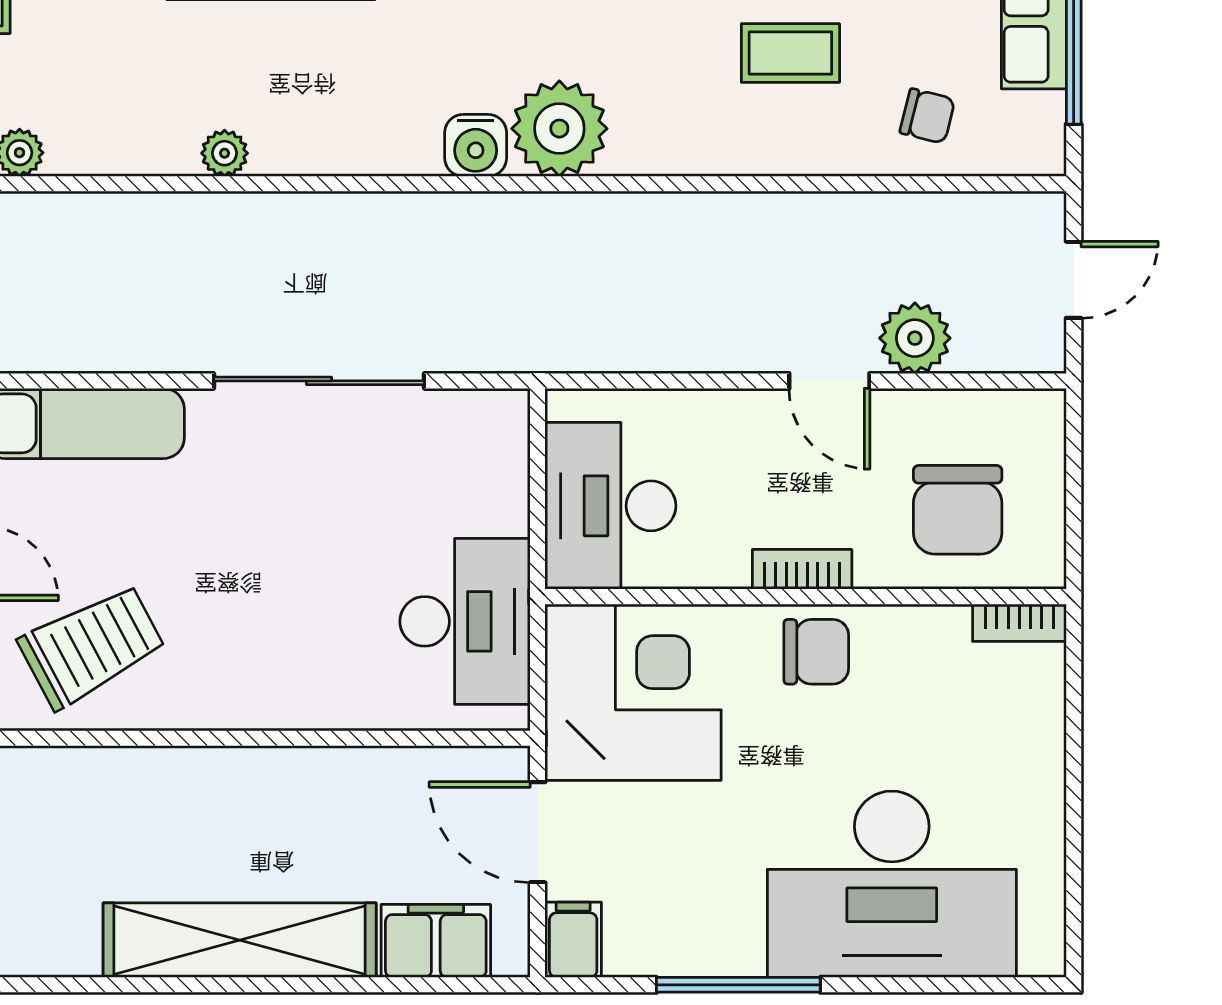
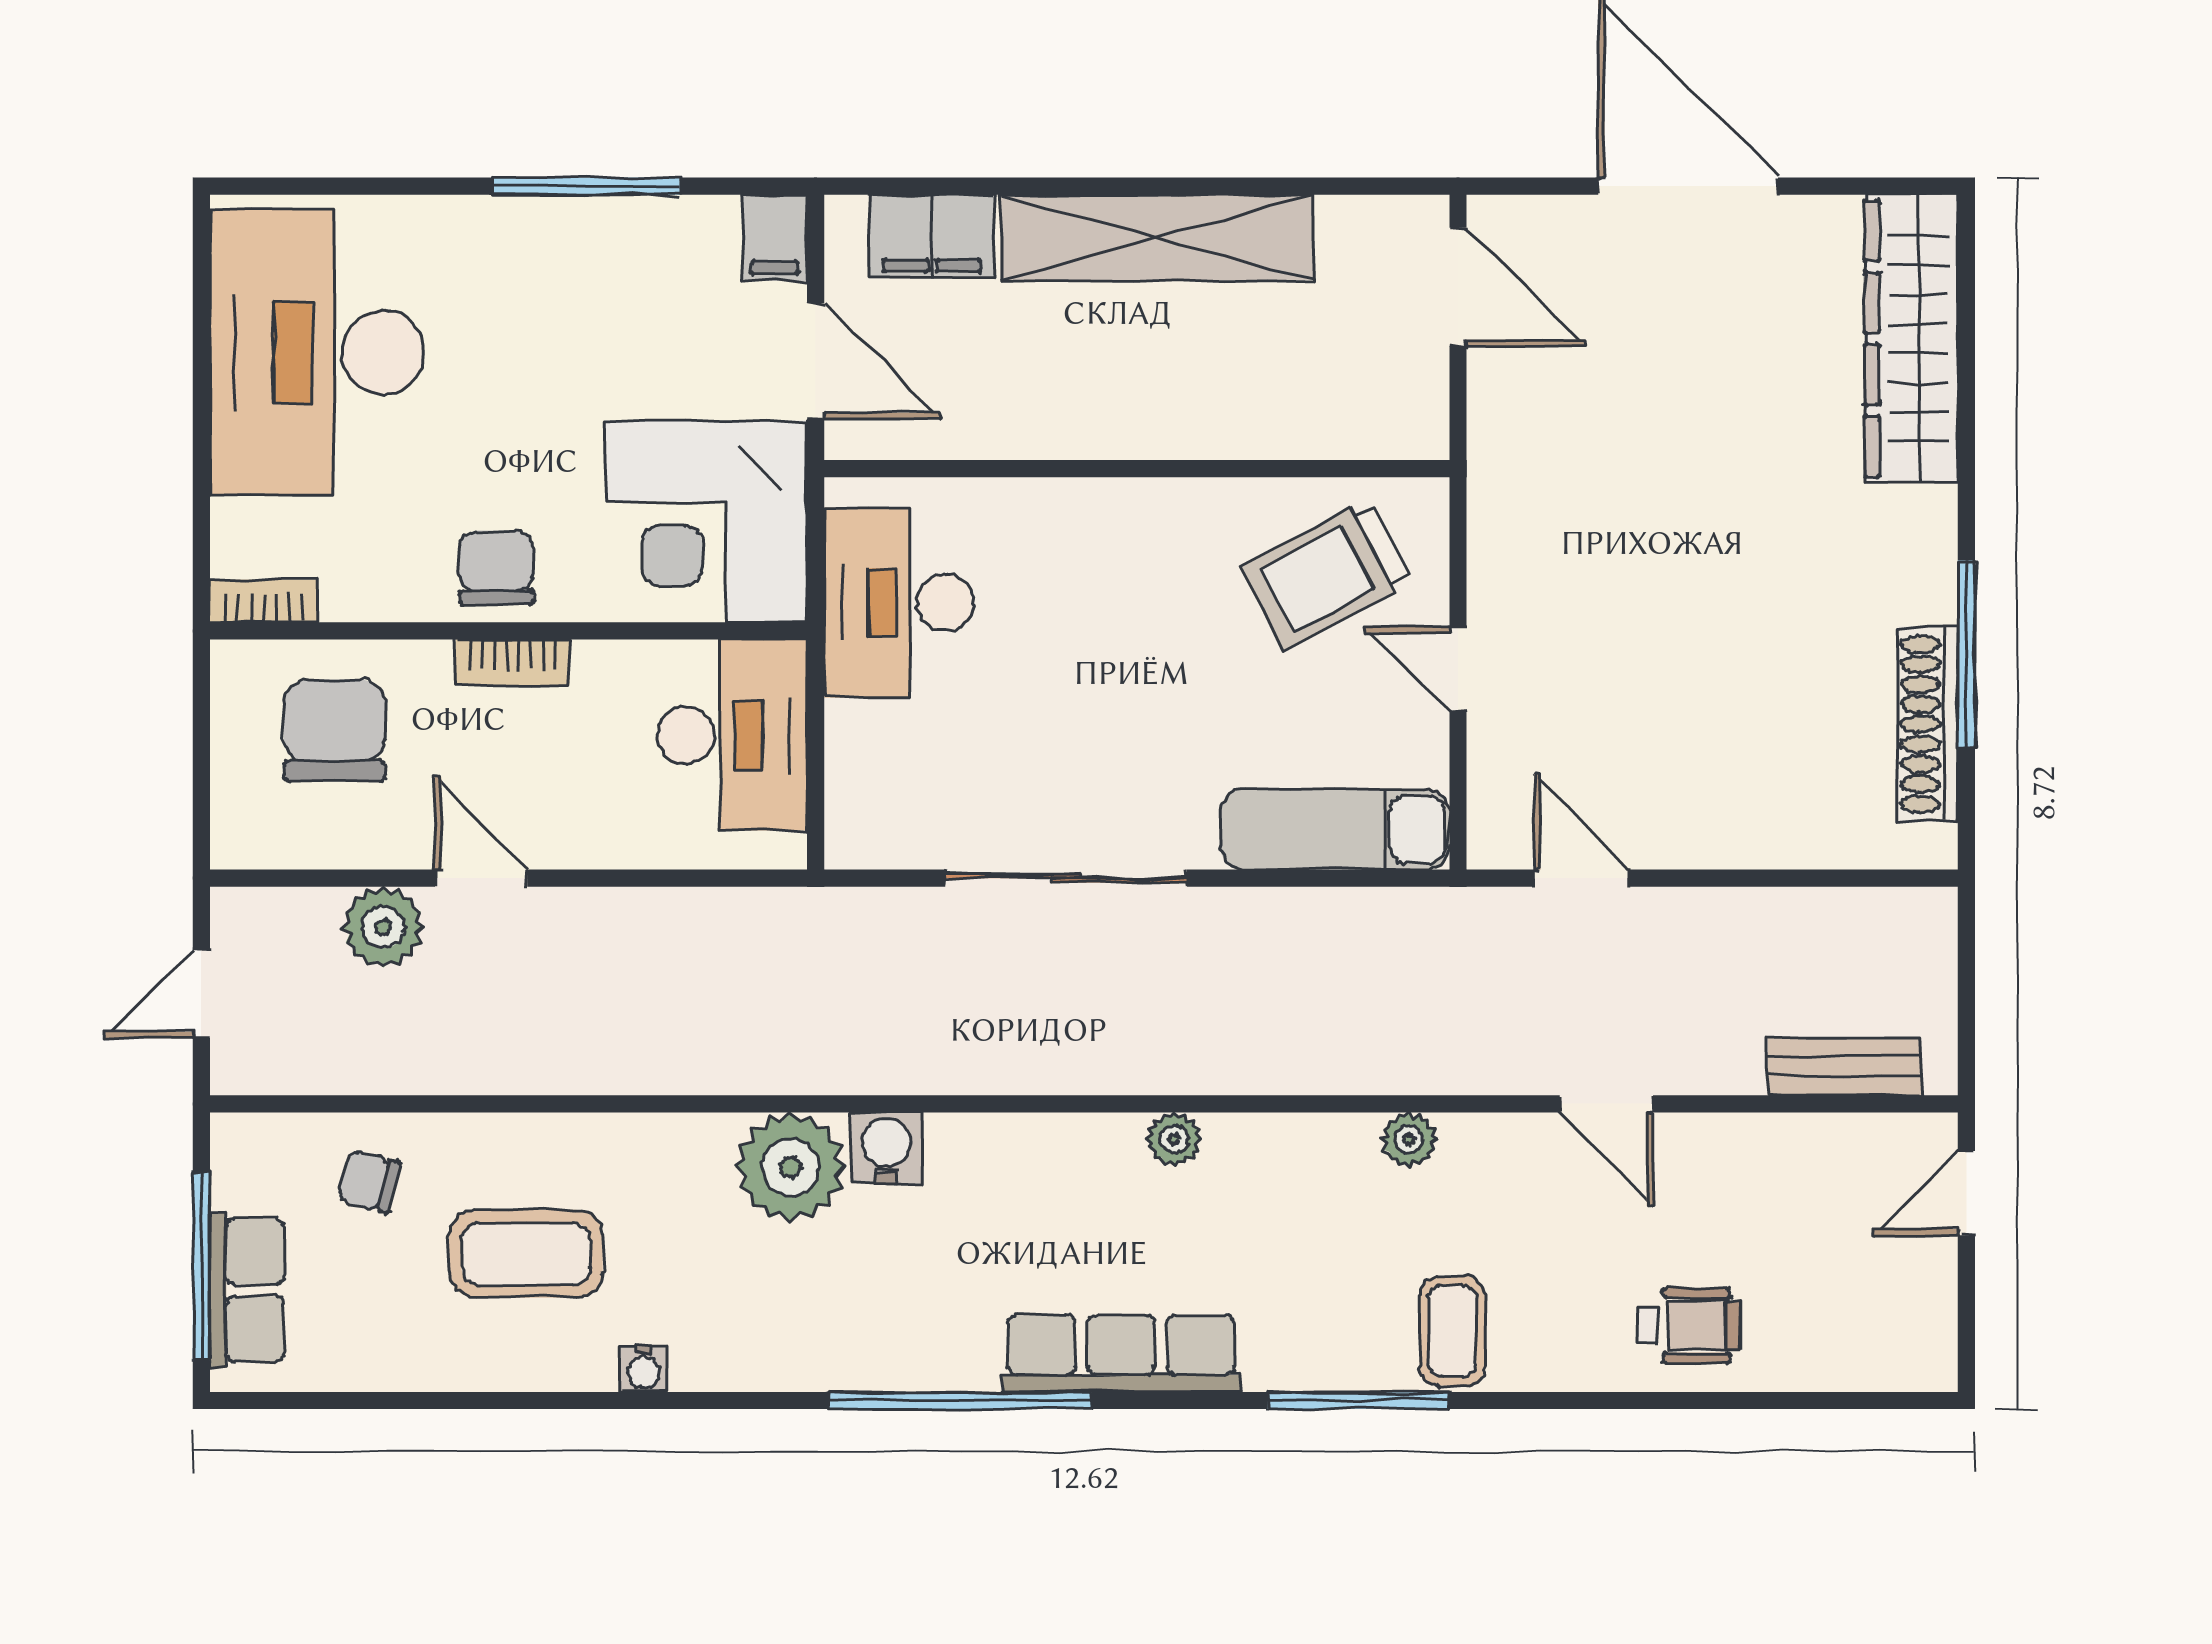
coffee table: (790, 53) -> (526, 1254), width x1.36, depth x1.30
chair: (816, 652) -> (496, 568), turned 90
desk: (892, 884) -> (317, 353), moved, turned -90

